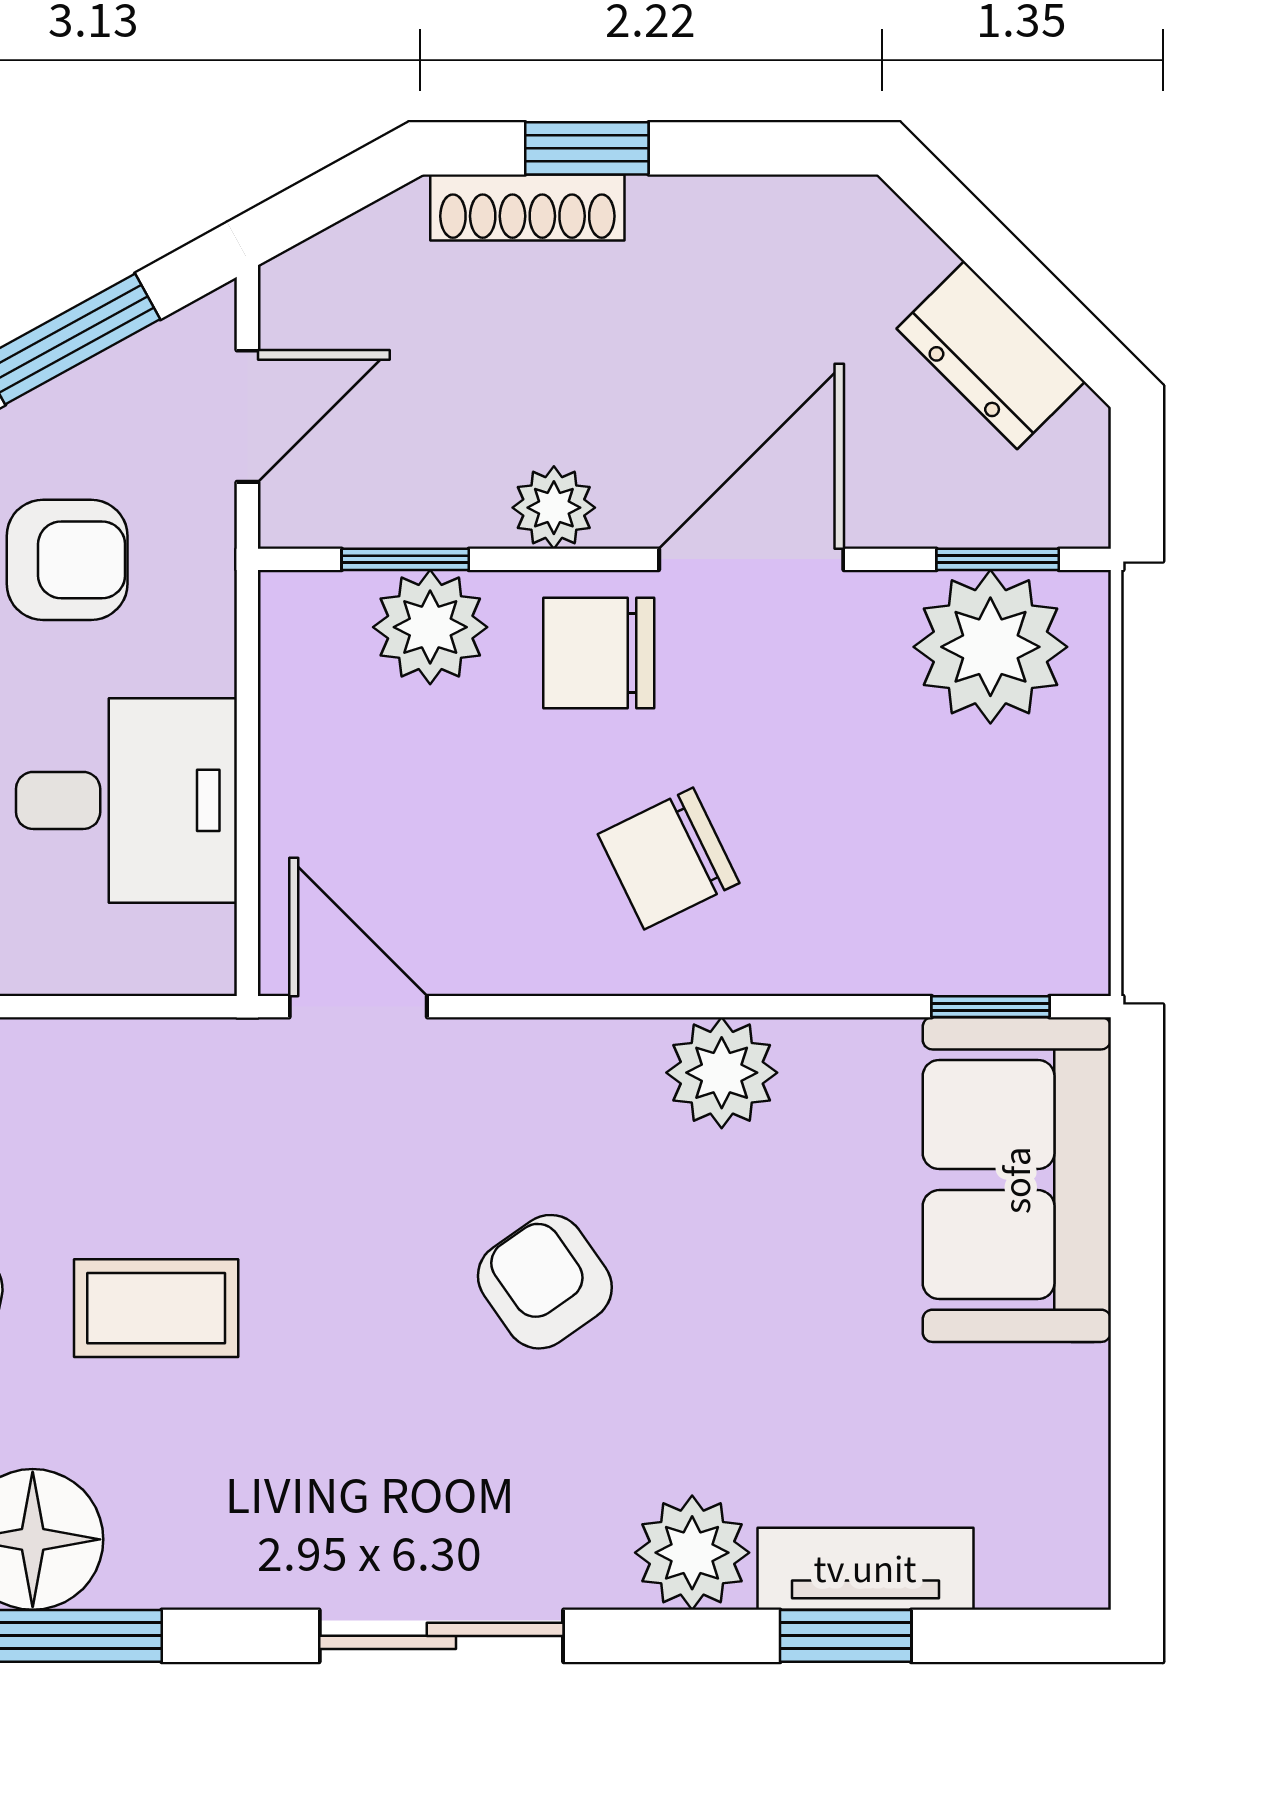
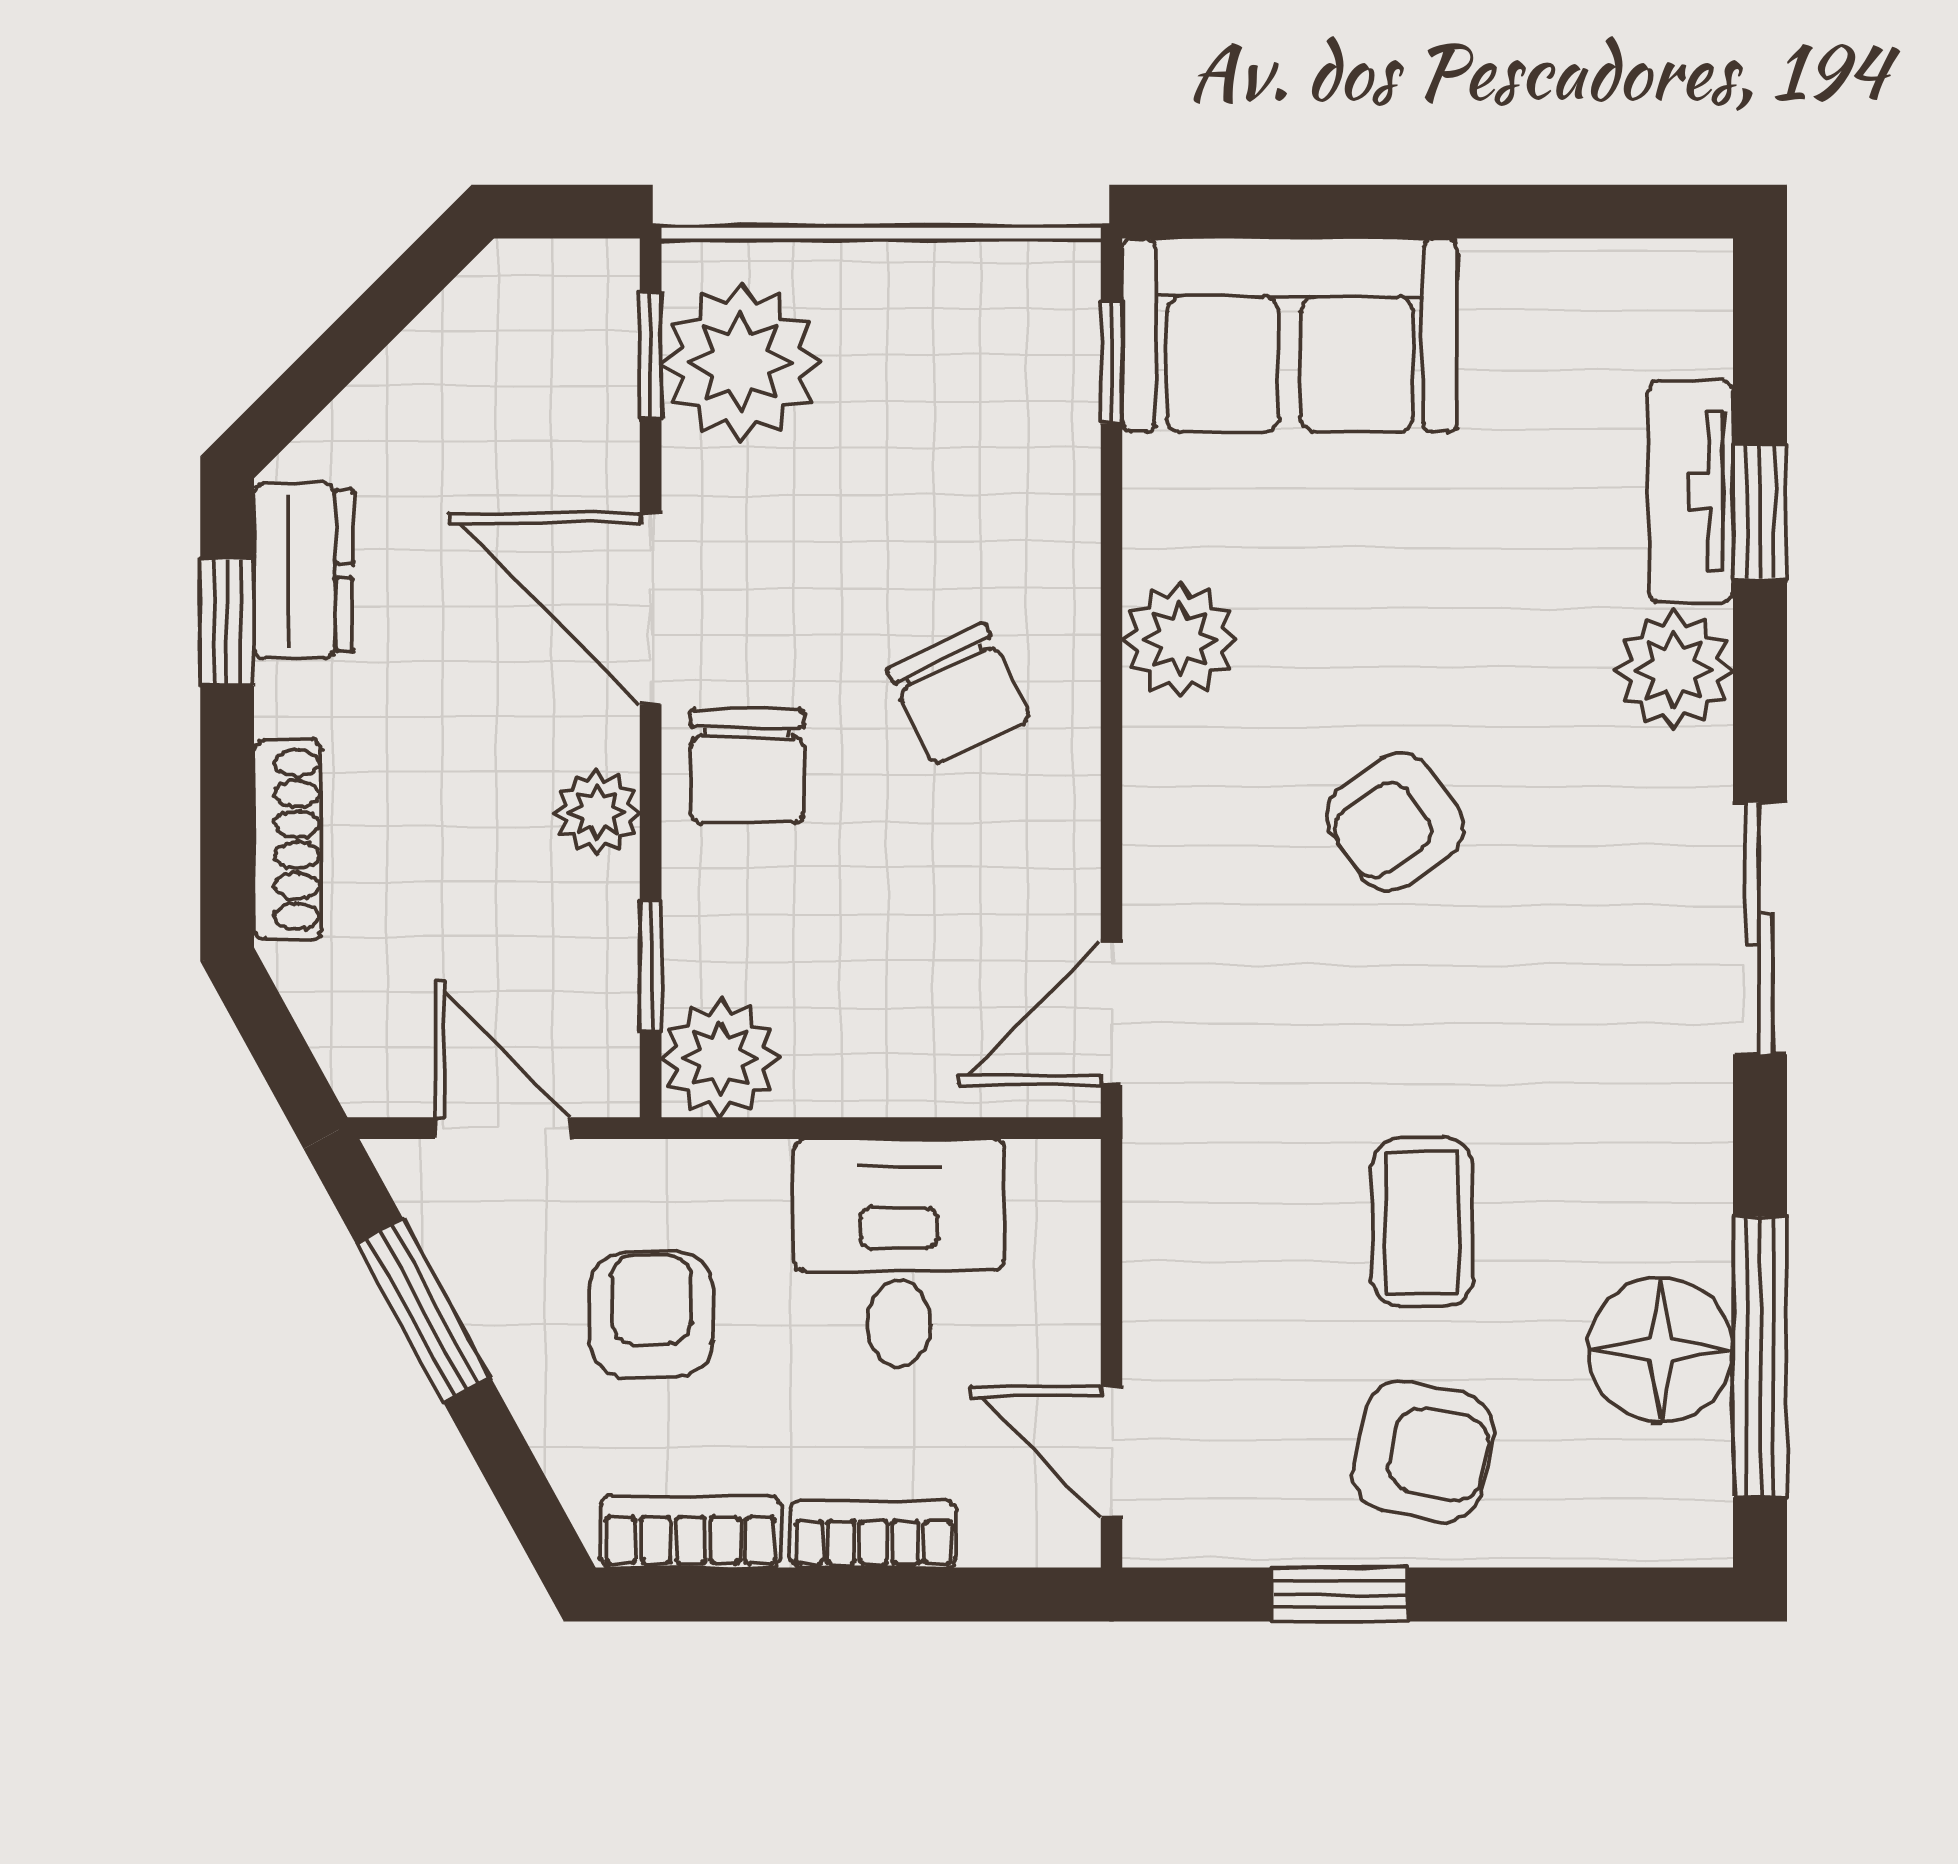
window: (587, 148) -> (227, 622), moved
dresser: (991, 355) -> (303, 571), moved, turned -45
plant: (430, 627) -> (720, 1058), moved

